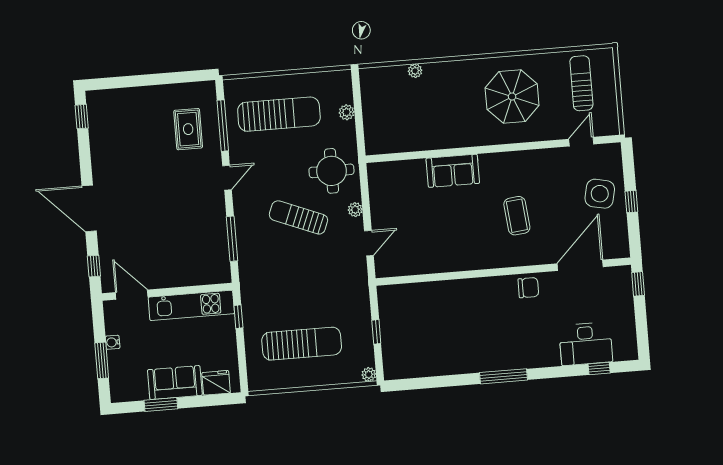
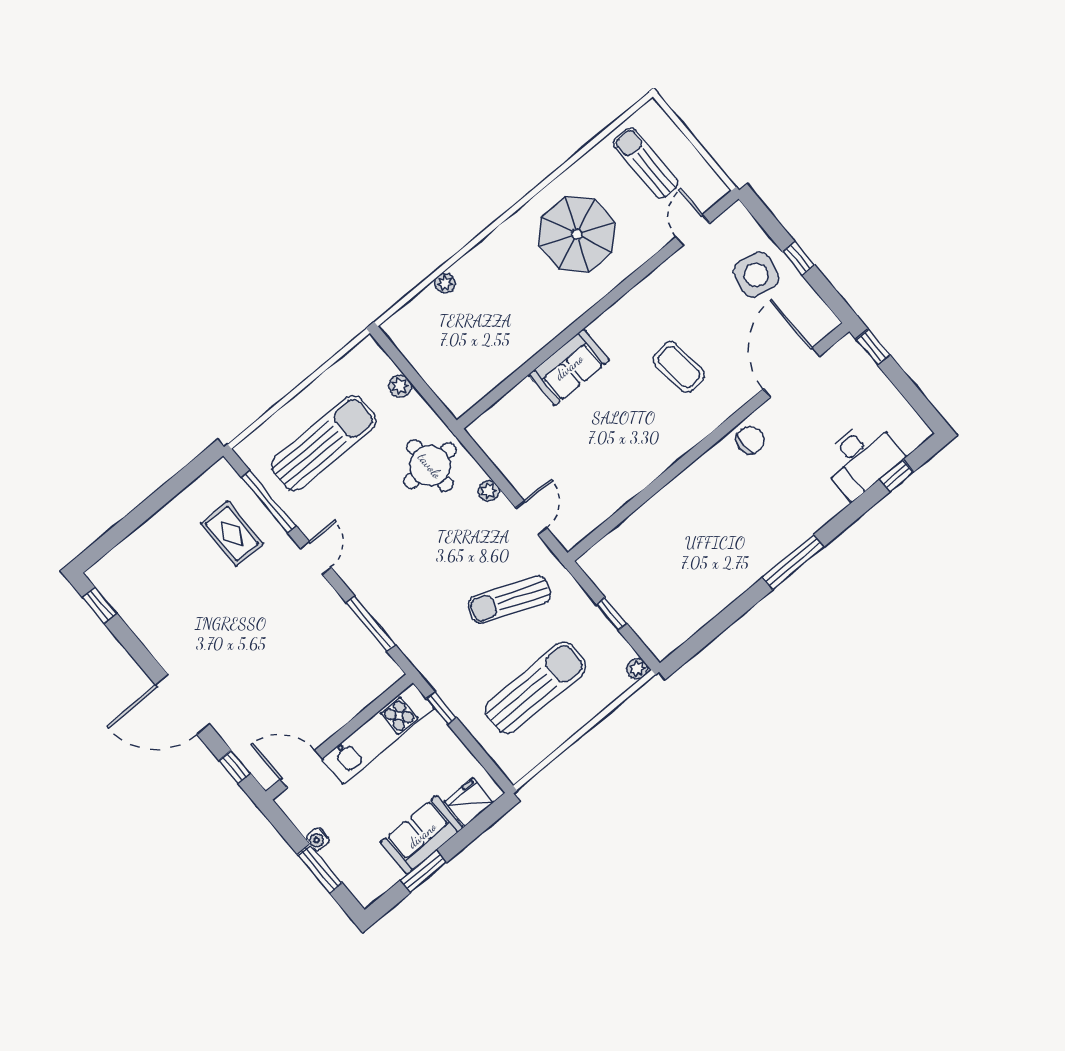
sun lounger: (298, 217) -> (509, 600), moved

